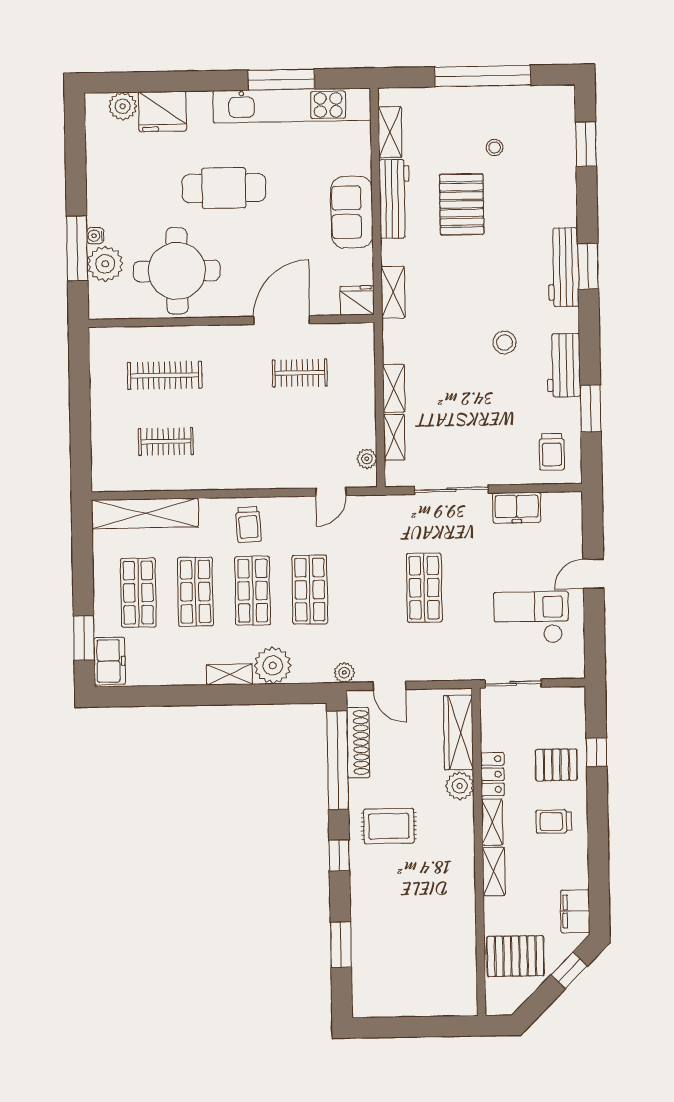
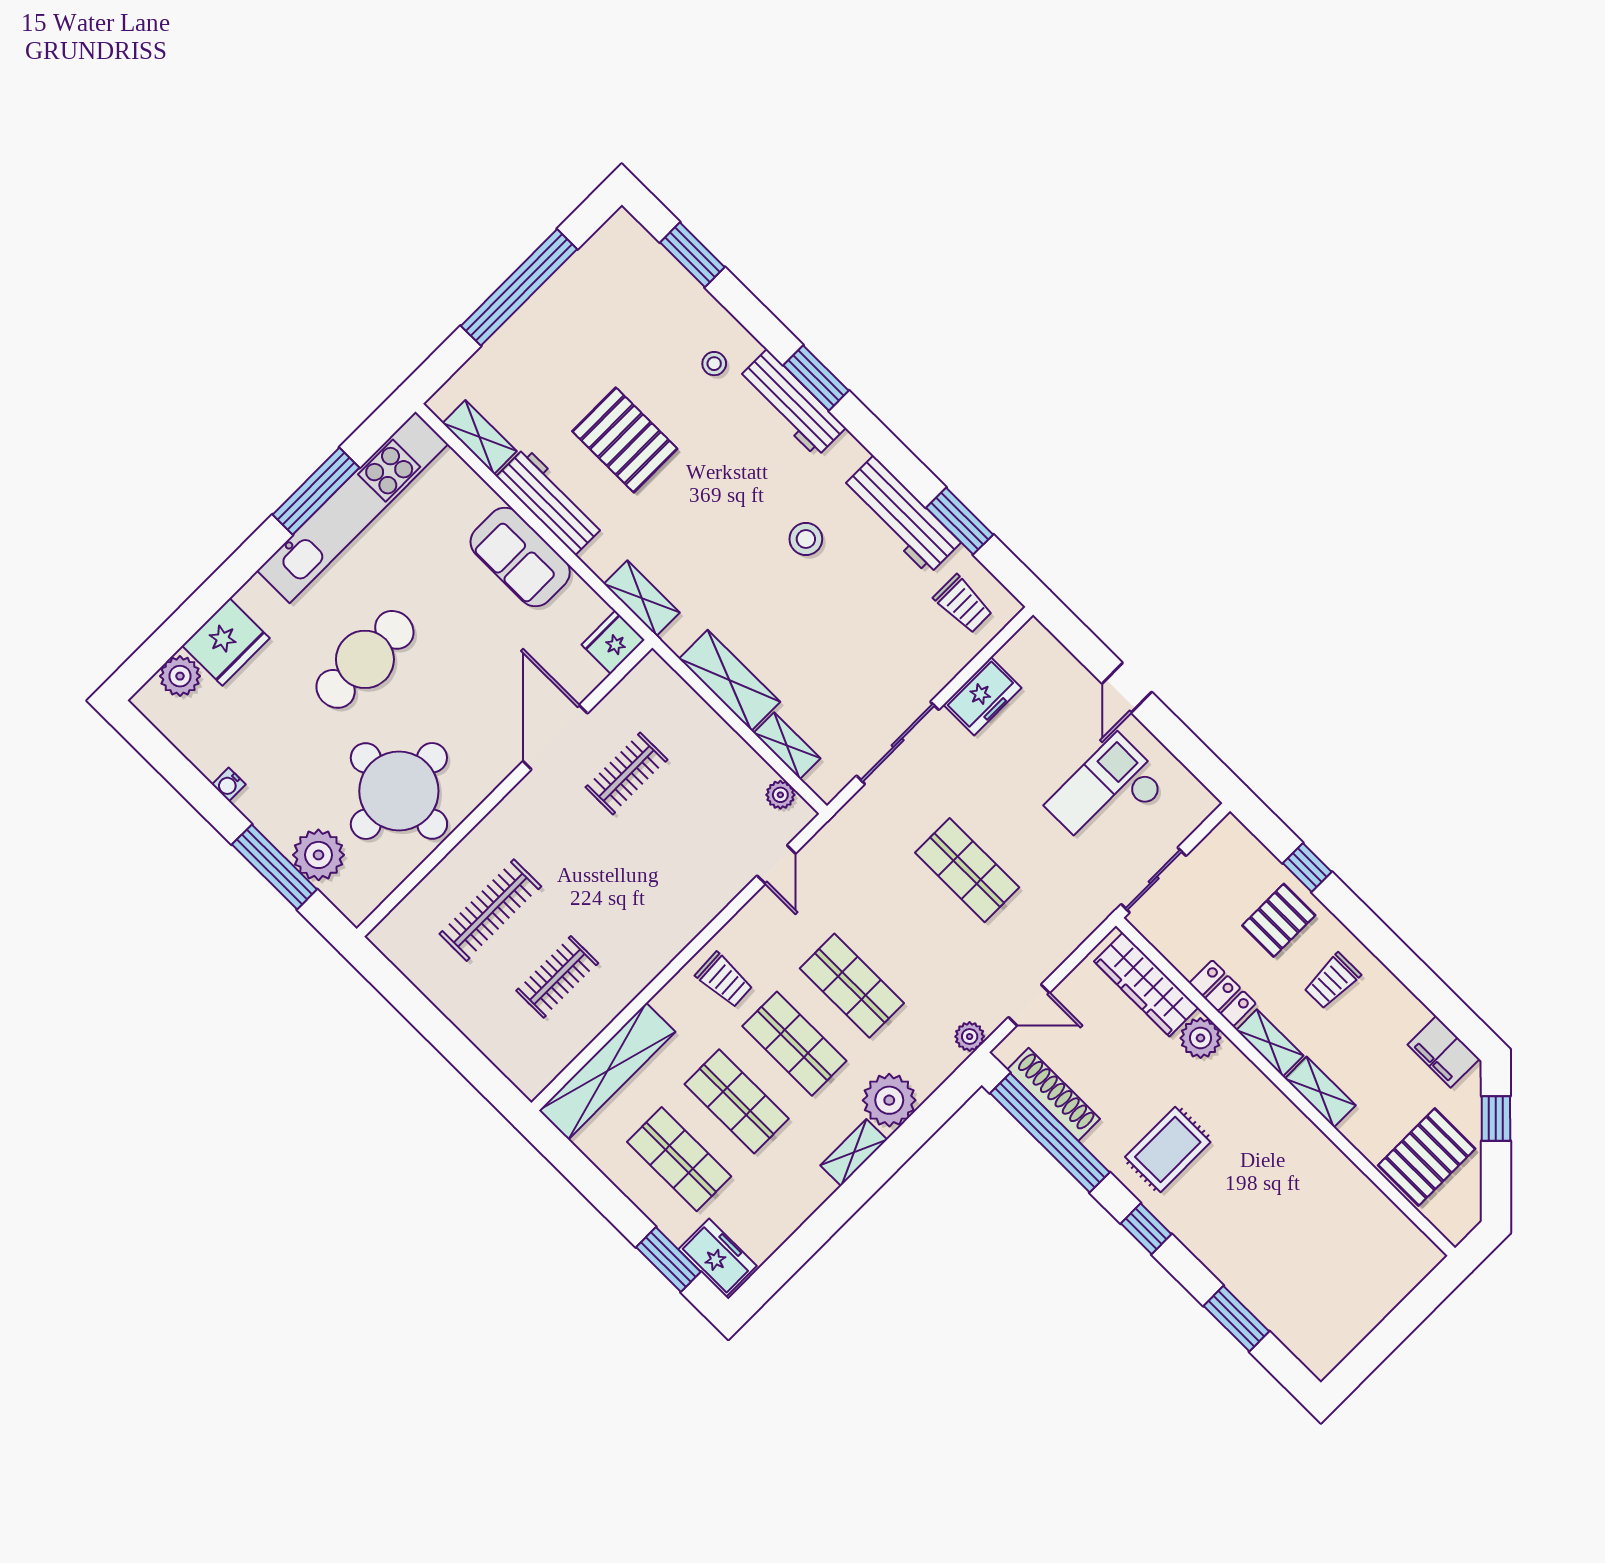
stool: (495, 148) -> (714, 364), moved
water cooler: (95, 236) -> (229, 784), moved
workbench: (564, 365) -> (901, 515), width x1.38
shelving: (394, 388) -> (730, 680), width x1.50, depth x1.33

